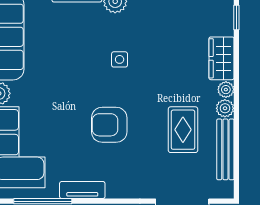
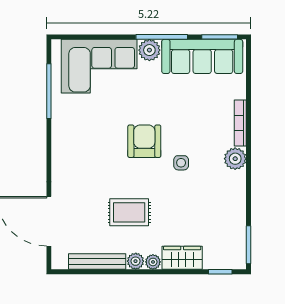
armchair: (109, 125) -> (144, 141), moved
rug: (183, 130) -> (129, 212), moved
tv unit: (82, 190) -> (59, 128), removed

